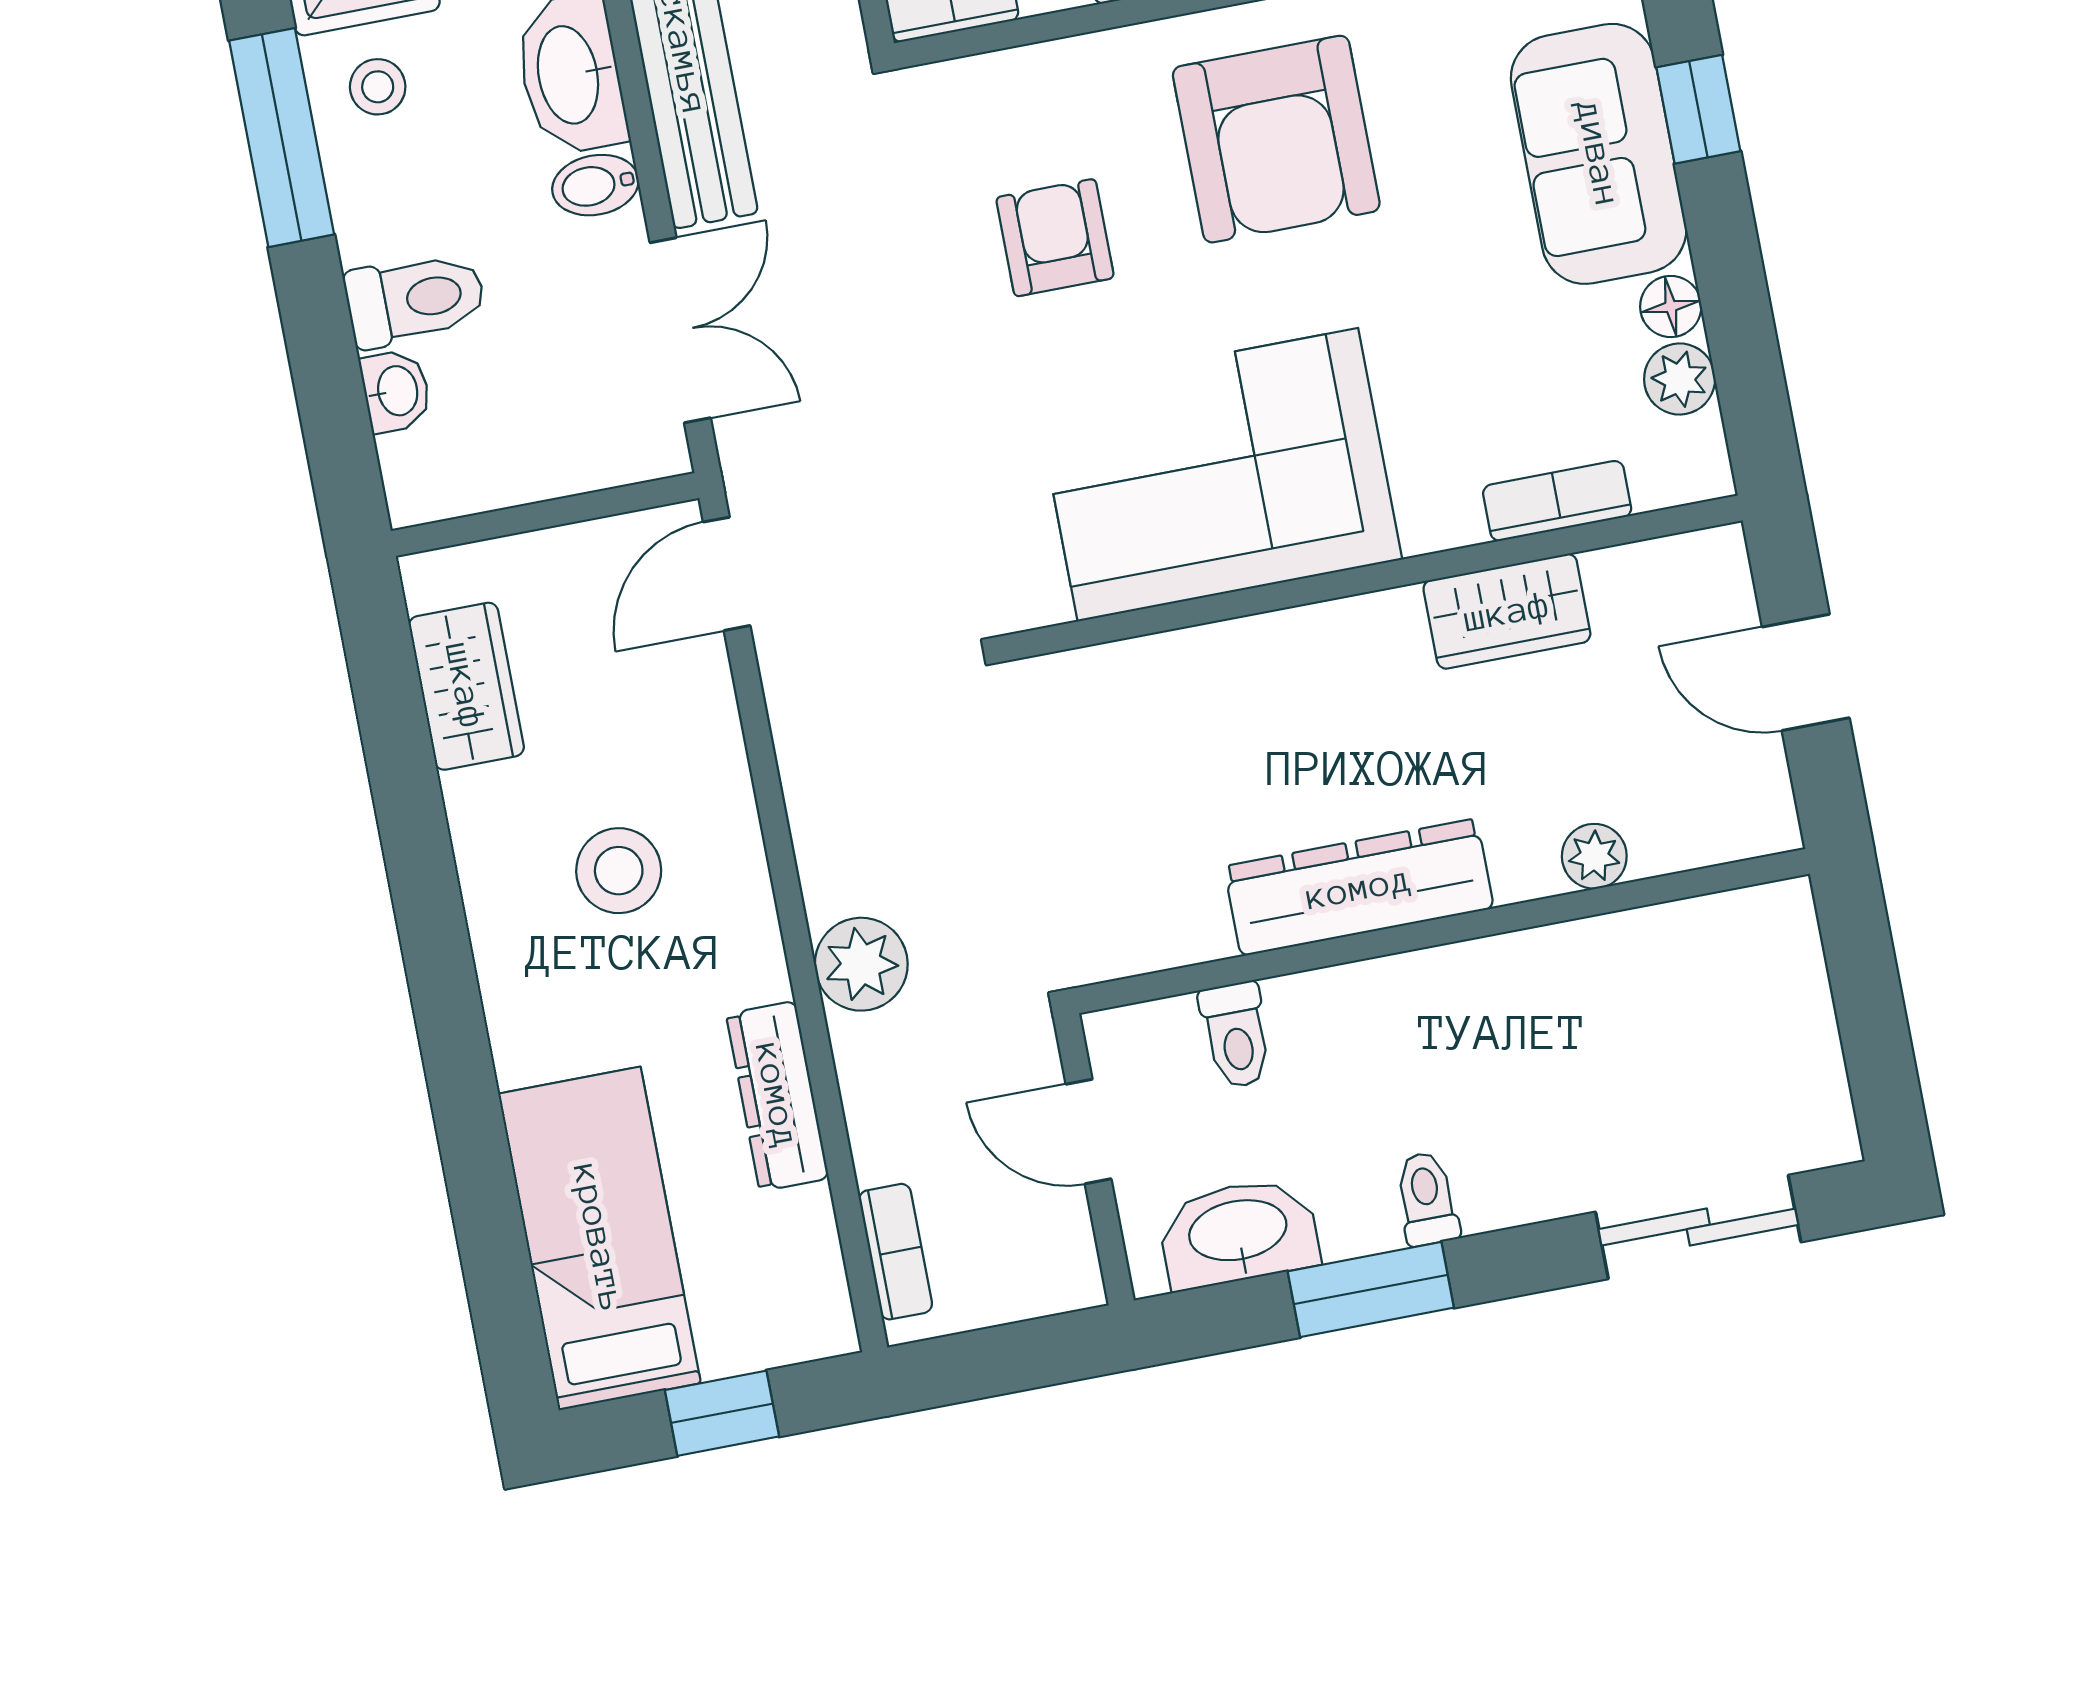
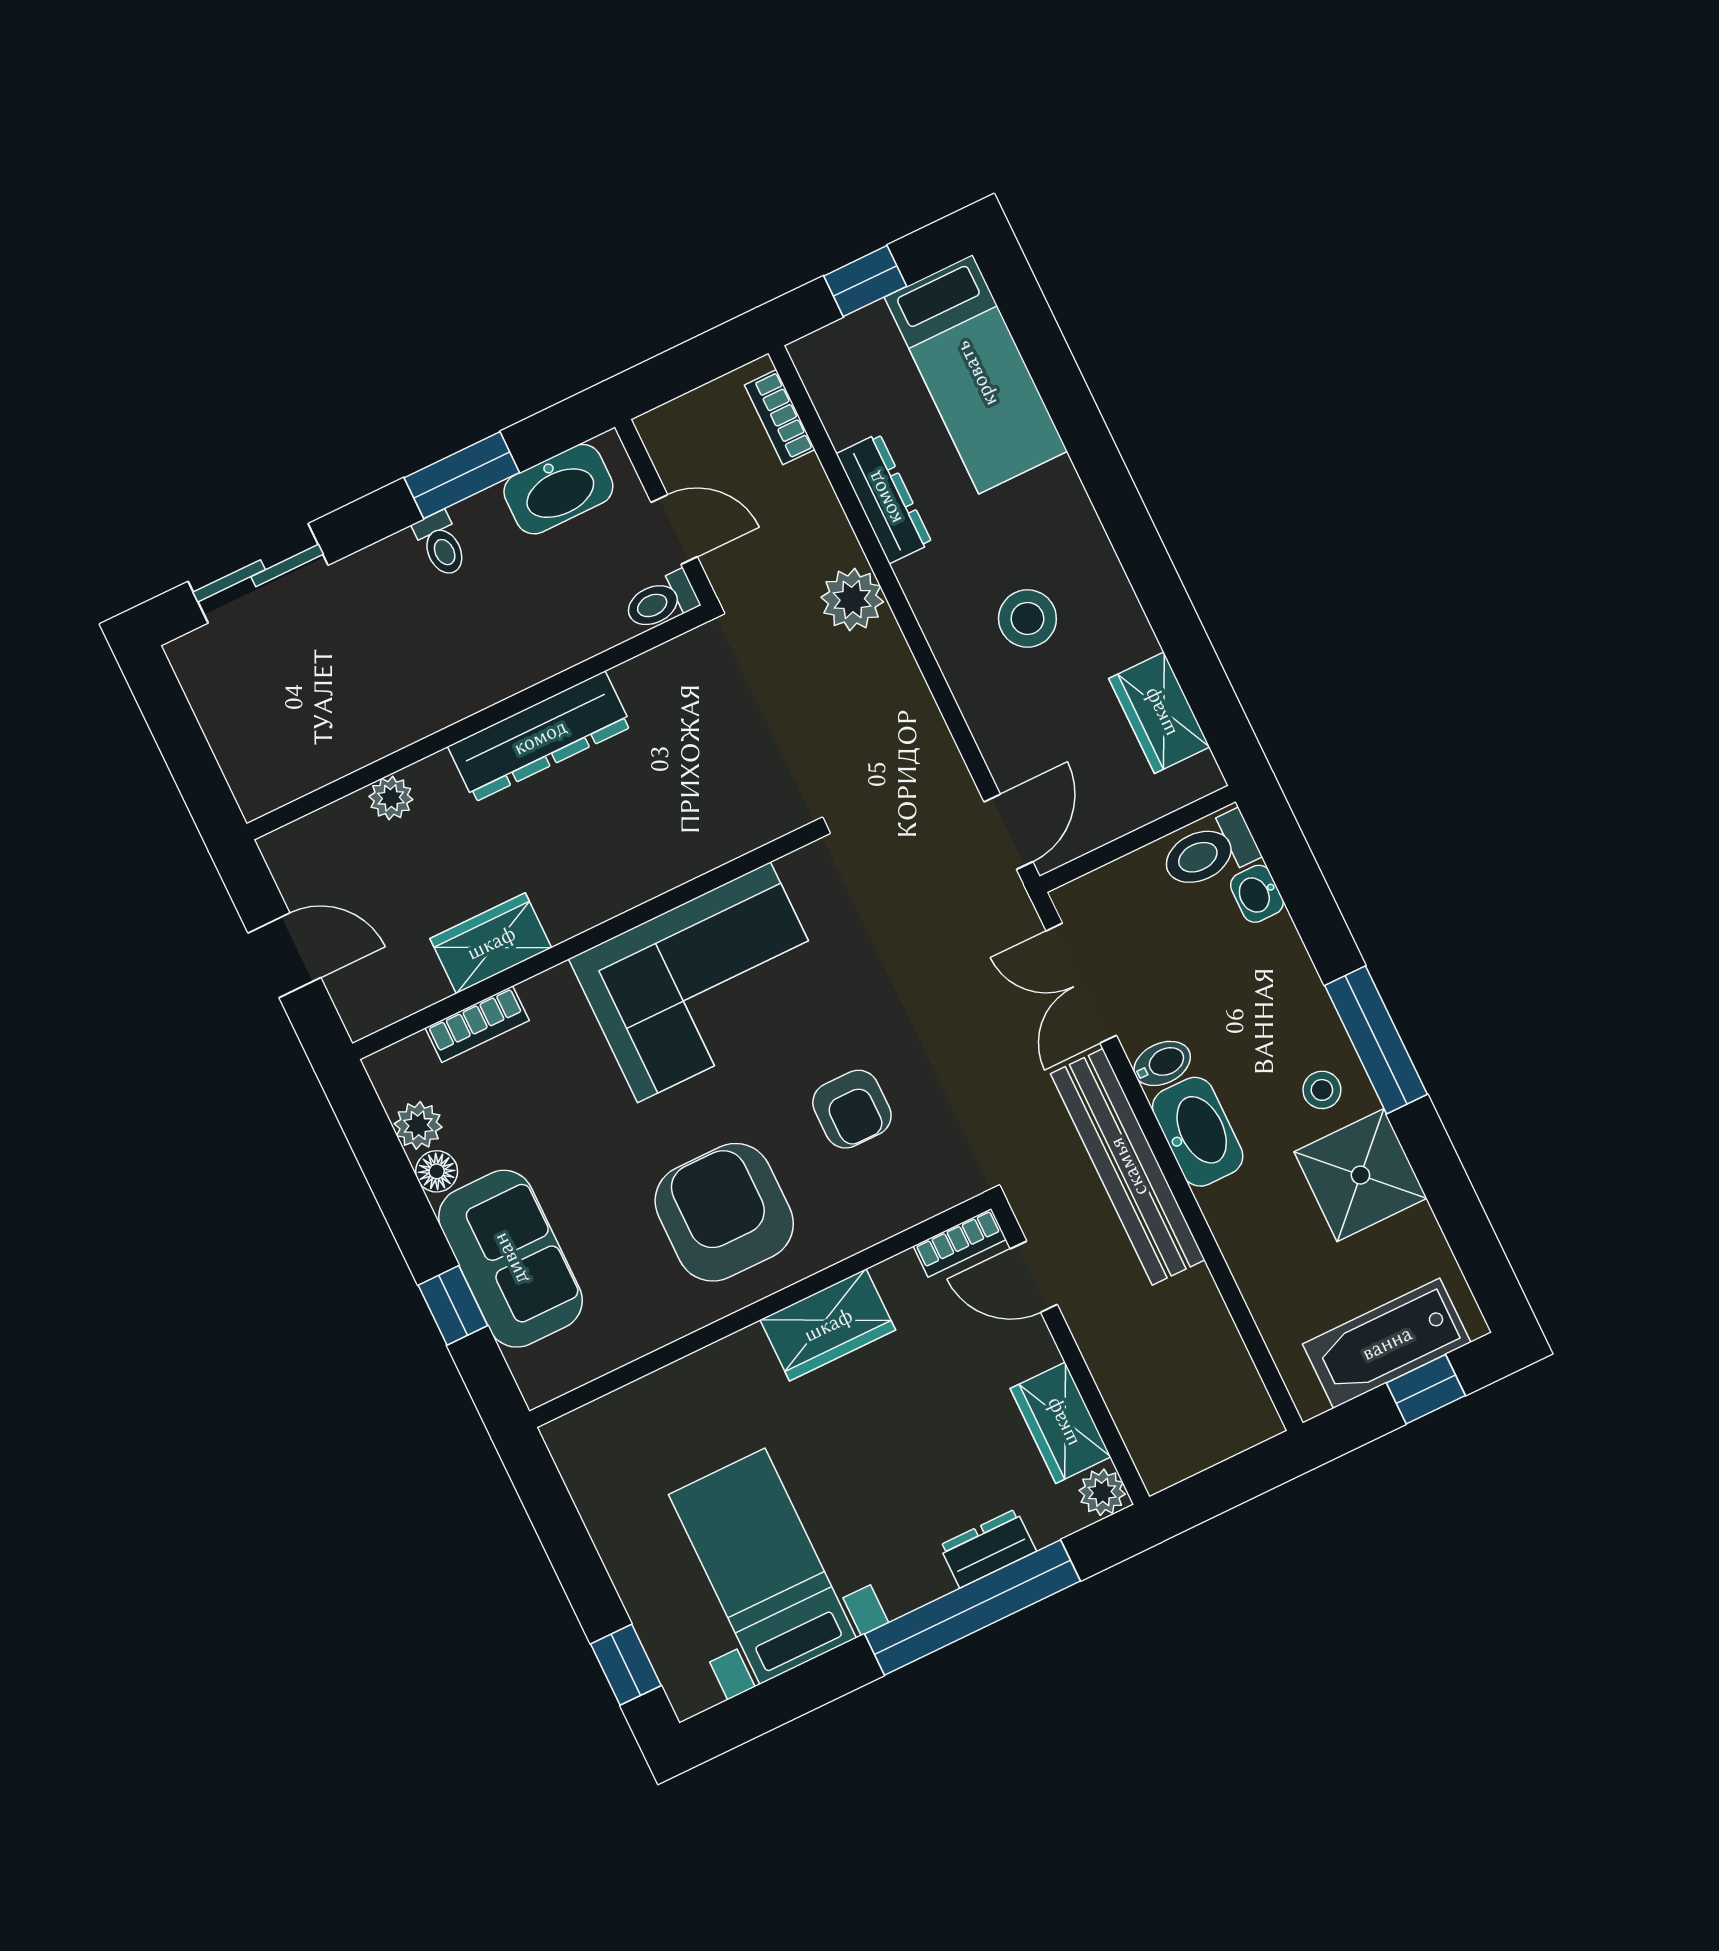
toilet: (415, 299) -> (1209, 852), moved
toilet: (1236, 1035) -> (661, 601), moved, turned -90

